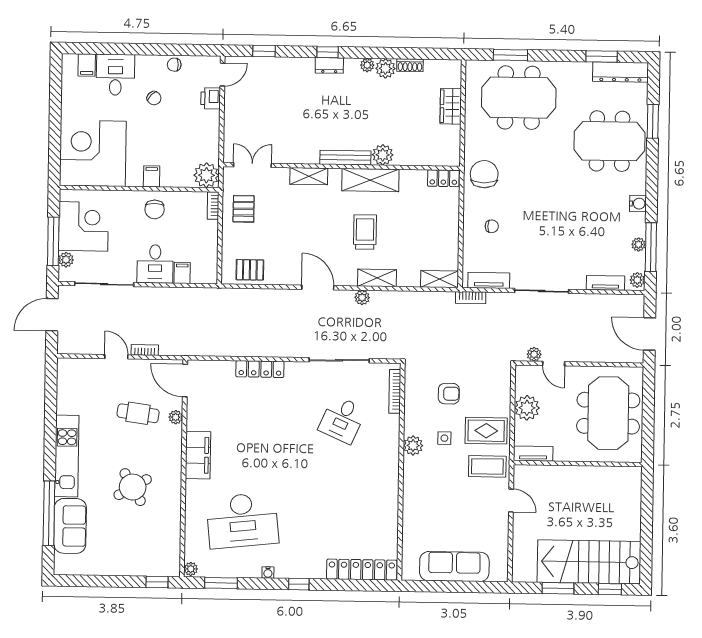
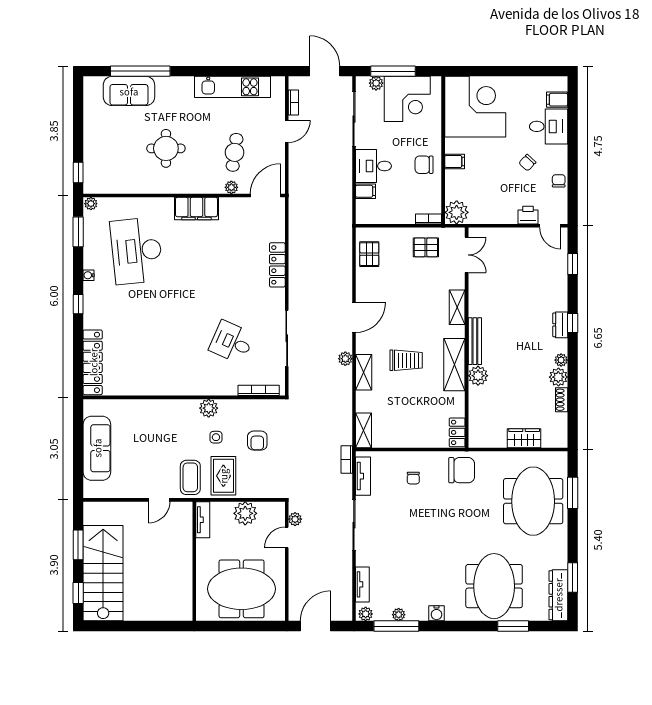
bookcase: (145, 350) -> (293, 103), moved
kitchen unit: (67, 456) -> (232, 87), moved
round table: (133, 487) -> (166, 148), turned 30

